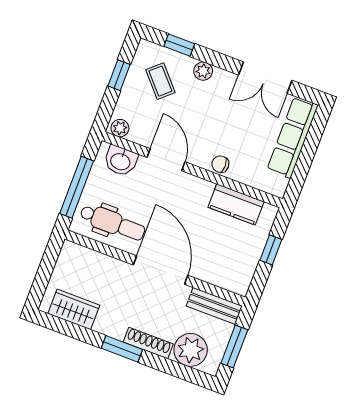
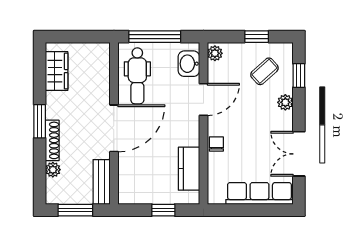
plant: (191, 350) -> (53, 170), width x0.53, depth x0.53

